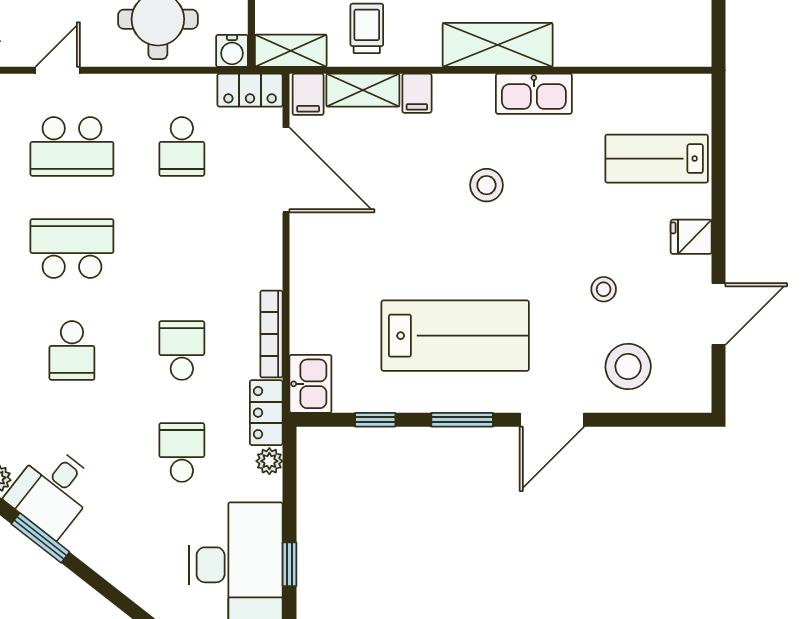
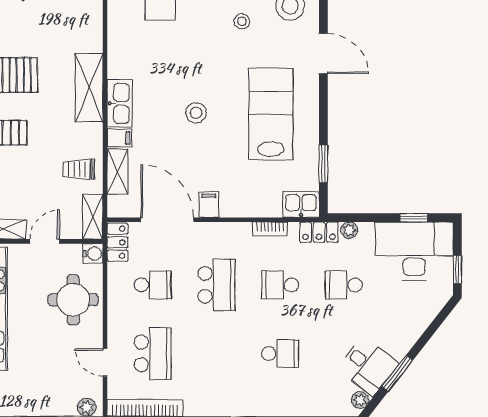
filing cabinet: (308, 94) -> (209, 205), moved, turned -90
kitchen sink: (534, 94) -> (120, 103), moved
door: (286, 170) -> (167, 220), hinge flipped
stool: (486, 185) -> (196, 113), moved
school desk: (72, 248) -> (216, 285), moved, turned 180
bookcase: (271, 334) -> (270, 229), width x0.64
window: (375, 420) -> (323, 164), width x1.50
window: (462, 420) -> (323, 110), removed

